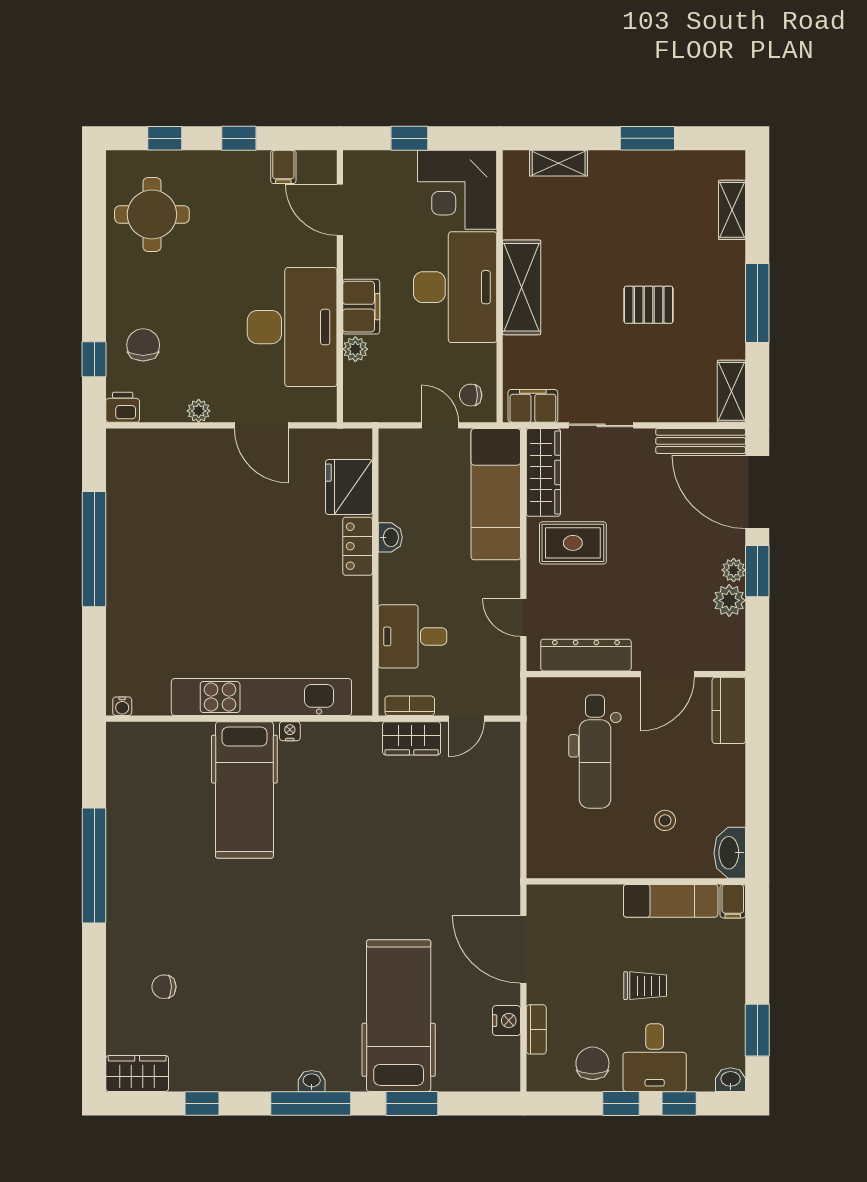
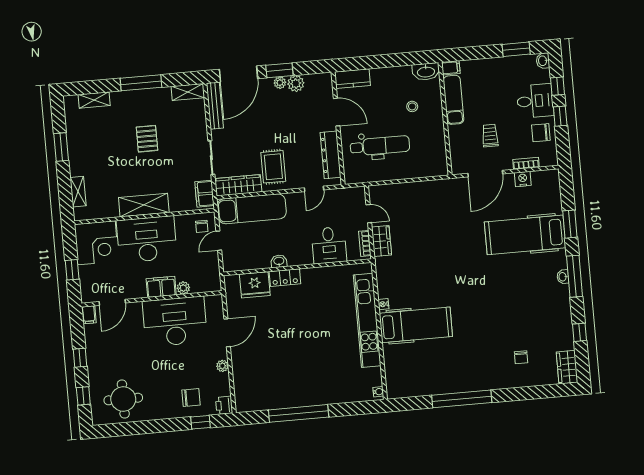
filing cabinet: (283, 167) -> (89, 315), moved, turned 90
chair: (143, 345) -> (191, 398), turned 180
trolley: (645, 986) -> (490, 136), moved

